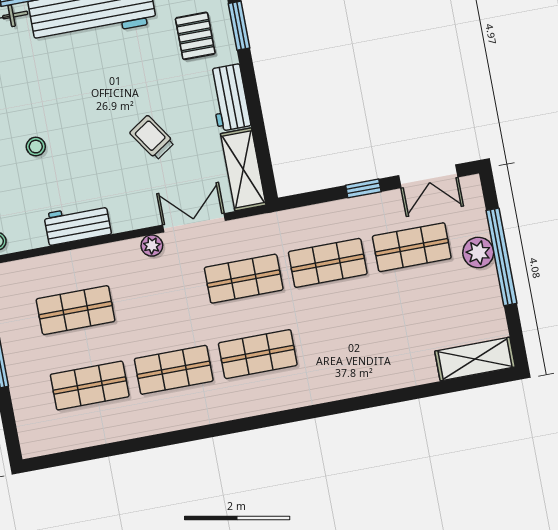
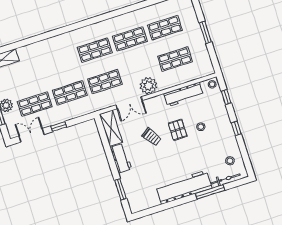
pallet: (195, 36) -> (178, 130), moved
workbench: (78, 224) -> (184, 94), width x1.38
plant: (152, 246) -> (148, 86), width x1.88, depth x1.88

